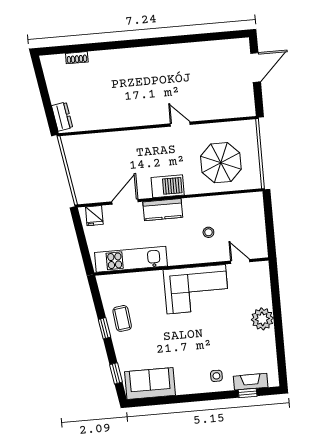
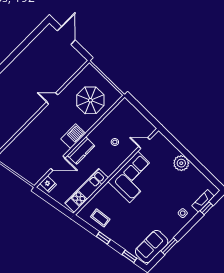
door: (125, 202) -> (58, 163), swing flipped
coffee table: (122, 318) -> (100, 218), moved
window: (170, 400) -> (169, 246), added

